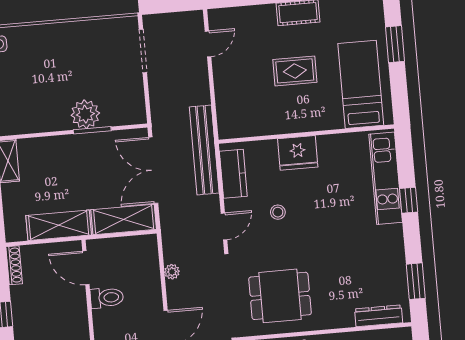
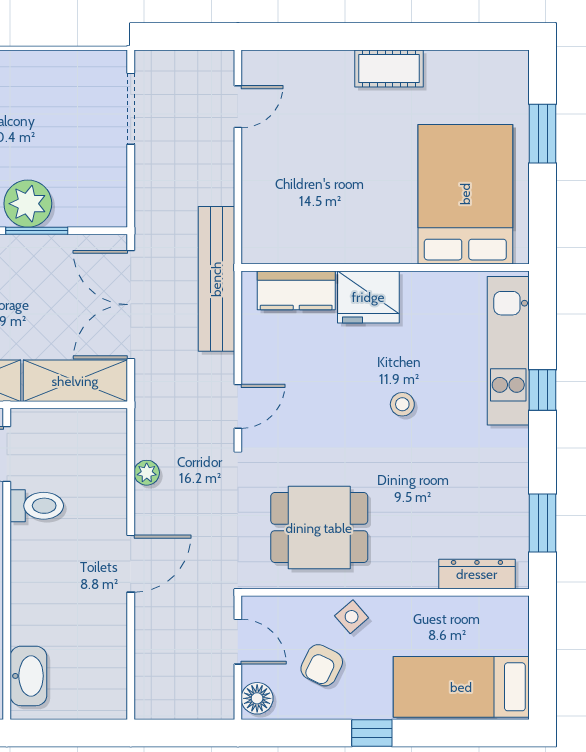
rug: (295, 71) -> (375, 163), removed
bed: (361, 84) -> (465, 194), width x1.50
kitchen counter: (233, 174) -> (296, 290), moved, turned 90
stool: (278, 212) -> (402, 404), moved

